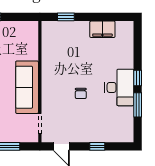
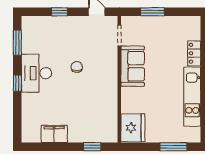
fridge: (27, 35) -> (133, 128), added
sofa: (27, 87) -> (133, 66), width x0.73
window: (138, 105) -> (17, 43), moved

